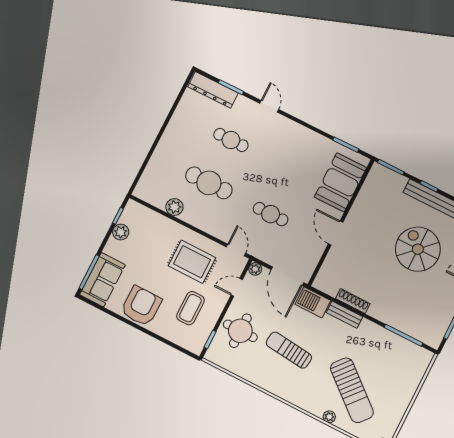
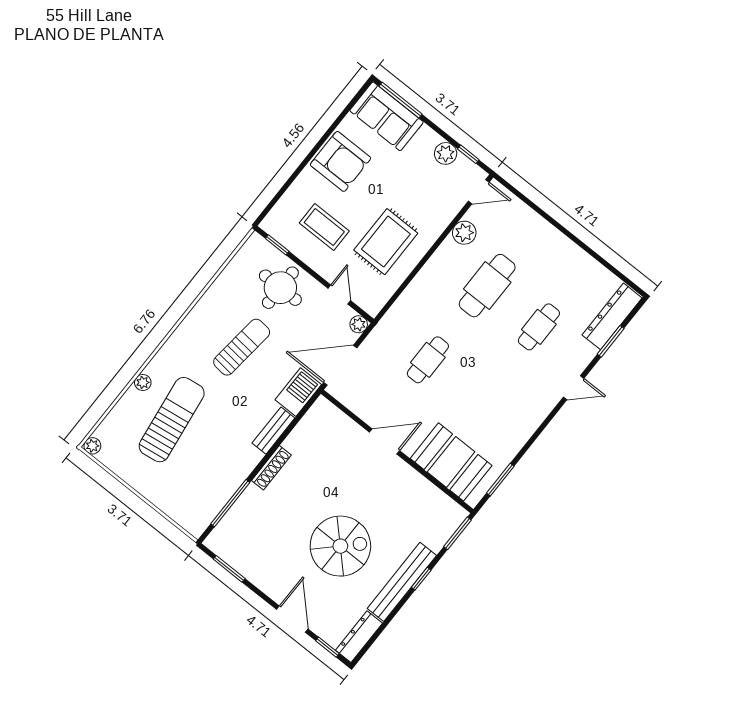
door: (236, 250) -> (479, 192), moved
shoe rack: (353, 301) -> (271, 468), moved
sun lounger: (352, 390) -> (172, 420), turned 132

